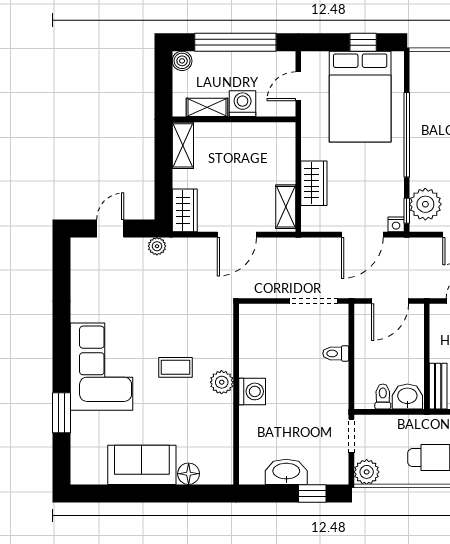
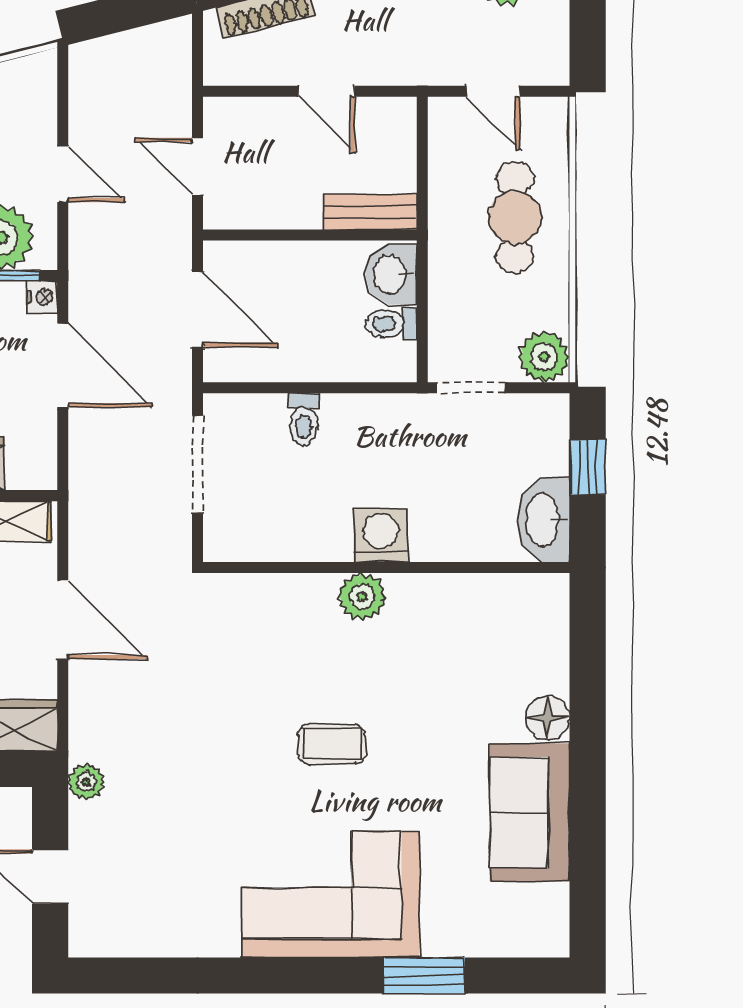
coffee table: (175, 367) -> (332, 744), turned 90
plant: (222, 382) -> (362, 597), moved
washing machine: (252, 391) -> (381, 535), moved
wall: (236, 394) -> (386, 568), moved

